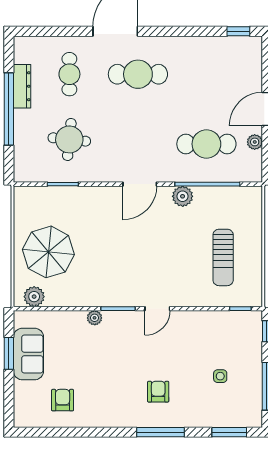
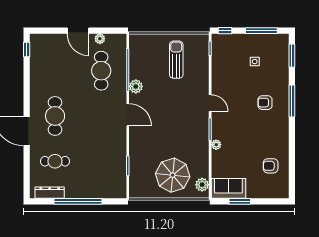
dresser: (22, 86) -> (50, 193), moved
round table: (69, 139) -> (98, 161), removed
sun lounger: (223, 257) -> (176, 60), turned -90
sofa: (28, 354) -> (228, 188), moved

